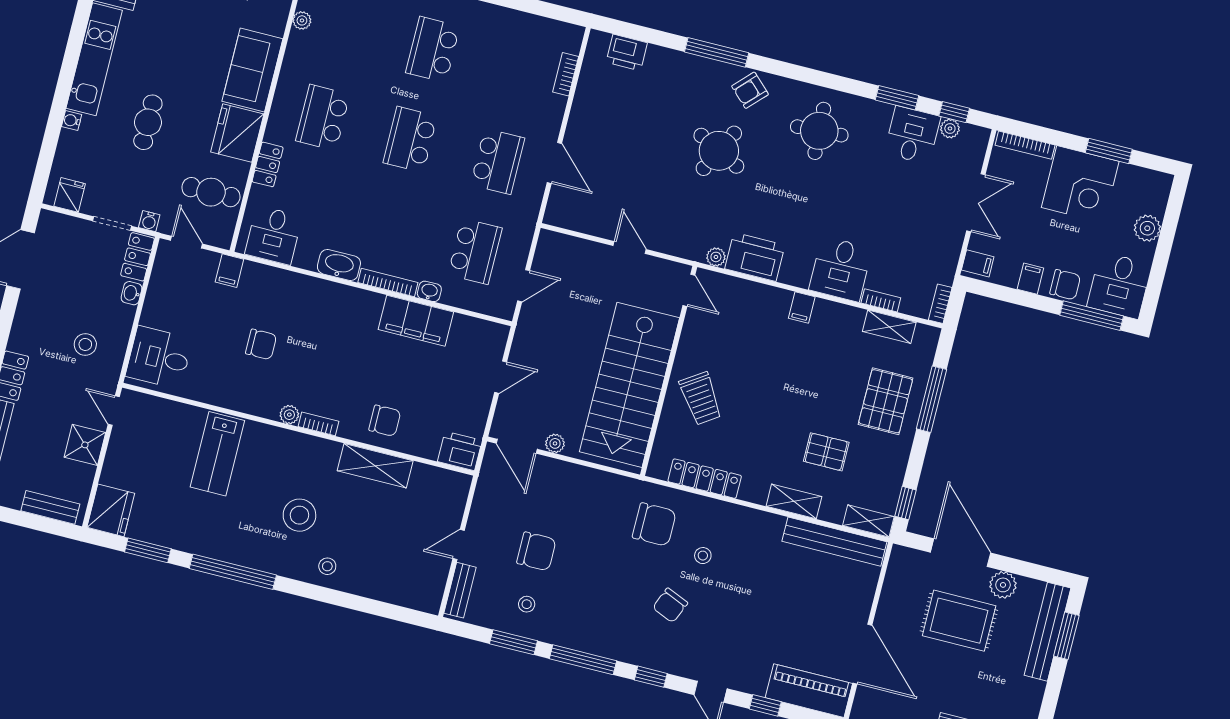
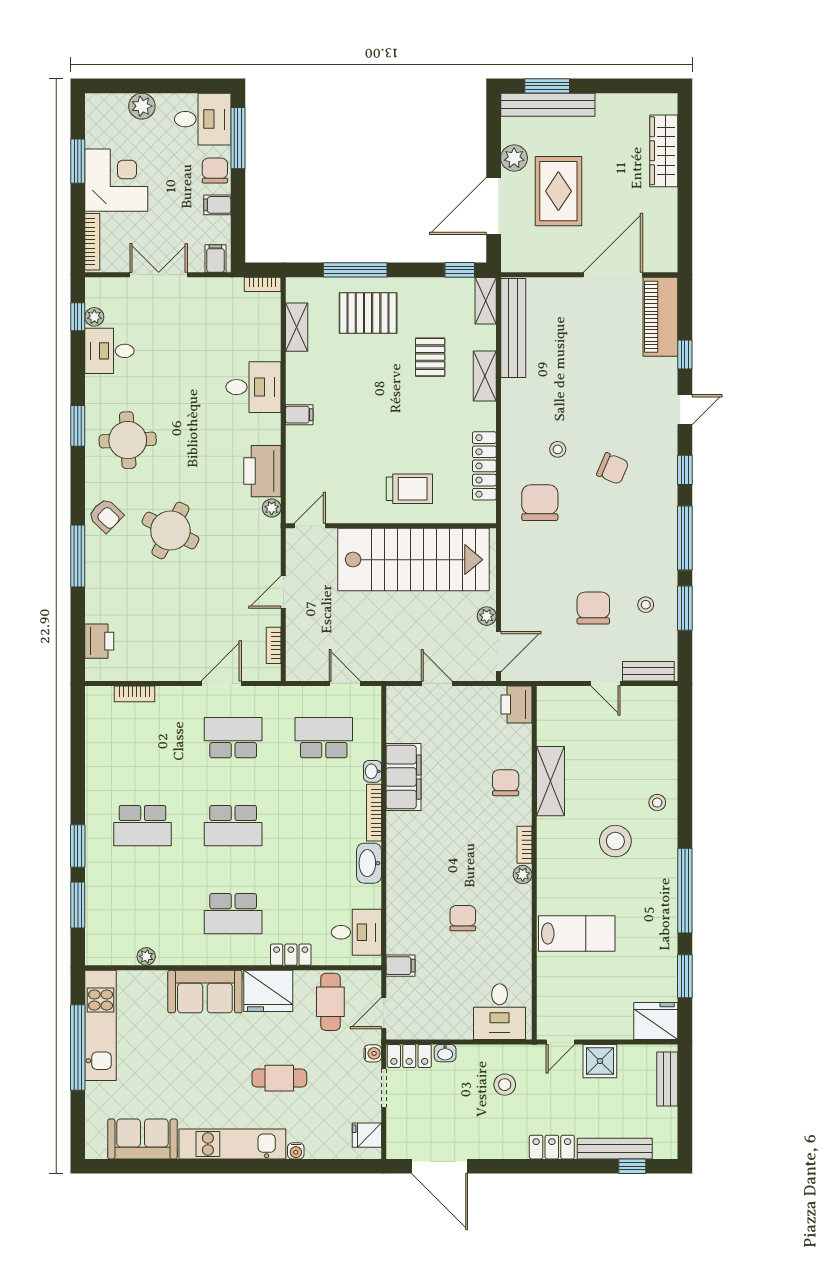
window: (897, 98) -> (78, 426), moved
bookcase: (881, 300) -> (274, 645), moved
trolley: (701, 398) -> (409, 489), turned 34

